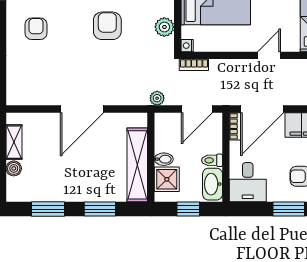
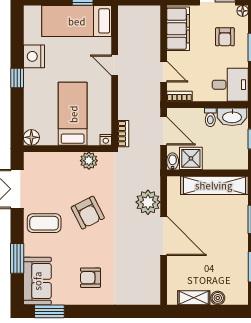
armchair: (107, 26) -> (88, 213), turned -117
plant: (157, 98) -> (148, 202), moved, width x1.88, depth x1.88
door: (262, 109) -> (164, 72), width x0.53
bidet: (164, 159) -> (173, 161), moved
shower: (167, 179) -> (191, 158), moved

